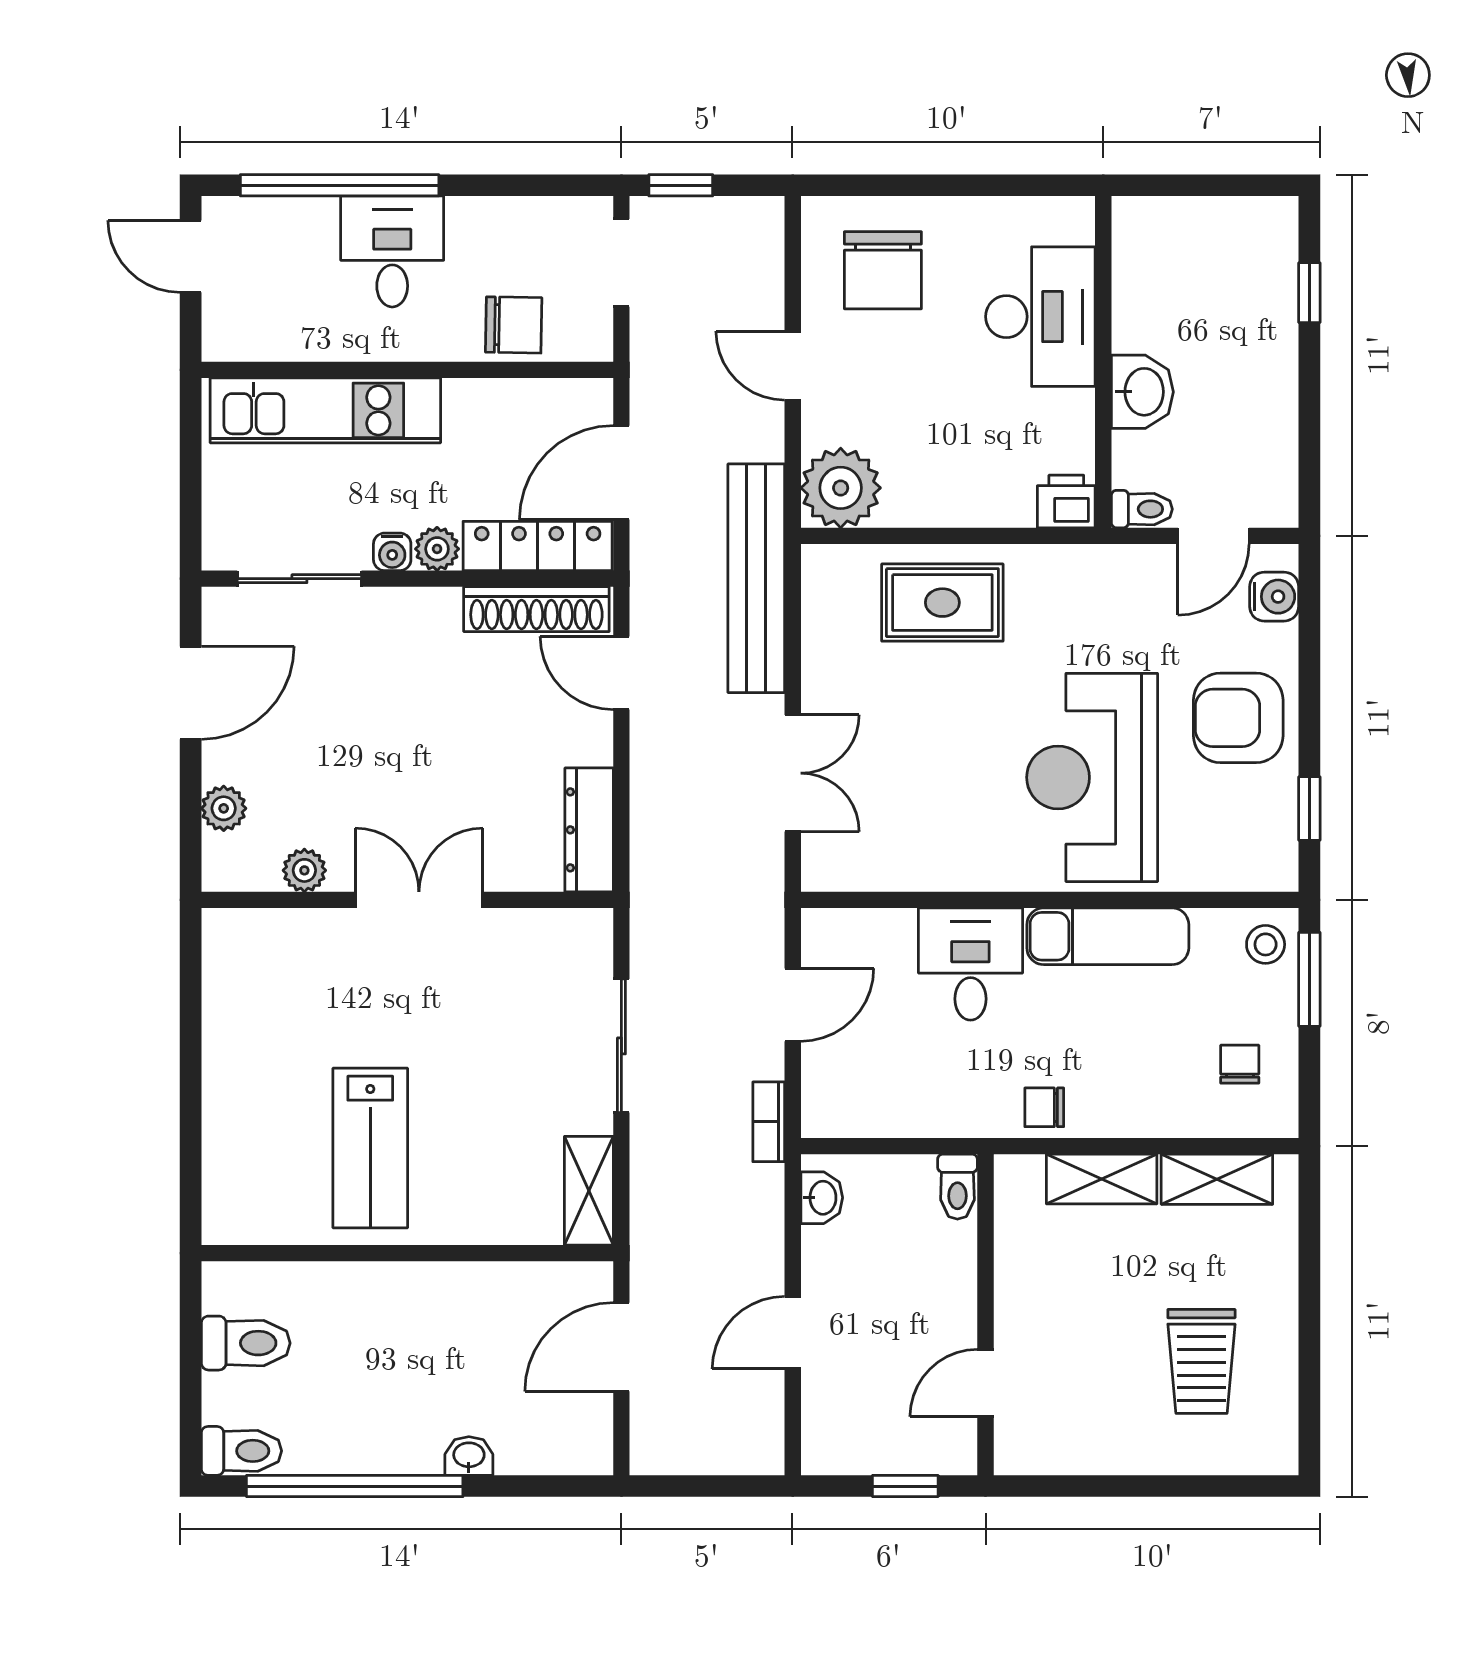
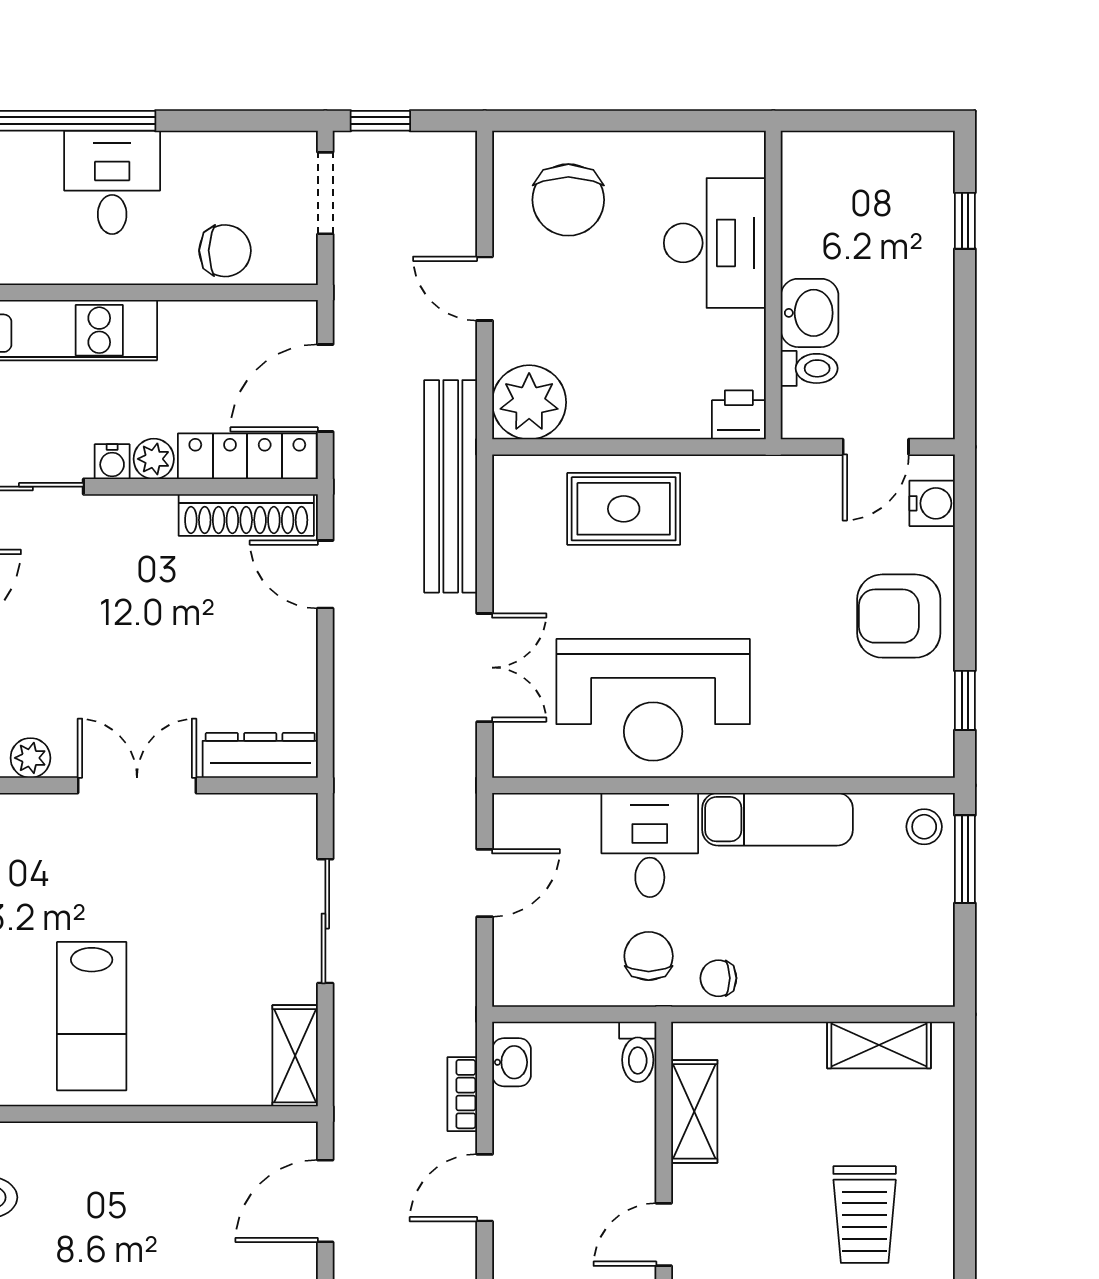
toilet: (1142, 509) -> (809, 368), moved
reception desk: (1092, 777) -> (653, 700), moved, turned -90
dresser: (589, 830) -> (260, 755), moved, turned 90
chair: (1240, 1064) -> (649, 956), moved, width x1.37, depth x1.37
bookcase: (769, 1122) -> (462, 1094), moved
shelving: (1102, 1179) -> (694, 1111), moved, turned 90

